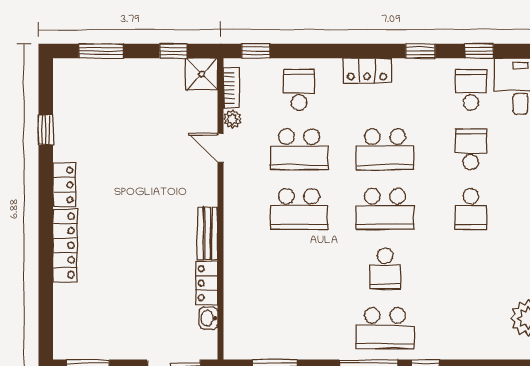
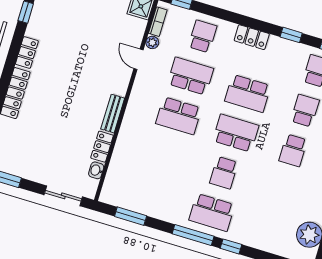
school desk: (299, 149) -> (191, 76), turned 180
school desk: (385, 209) -> (236, 133), turned 180

